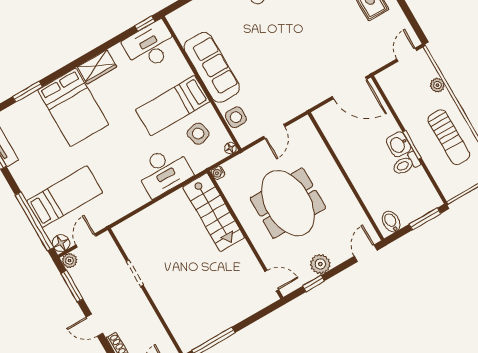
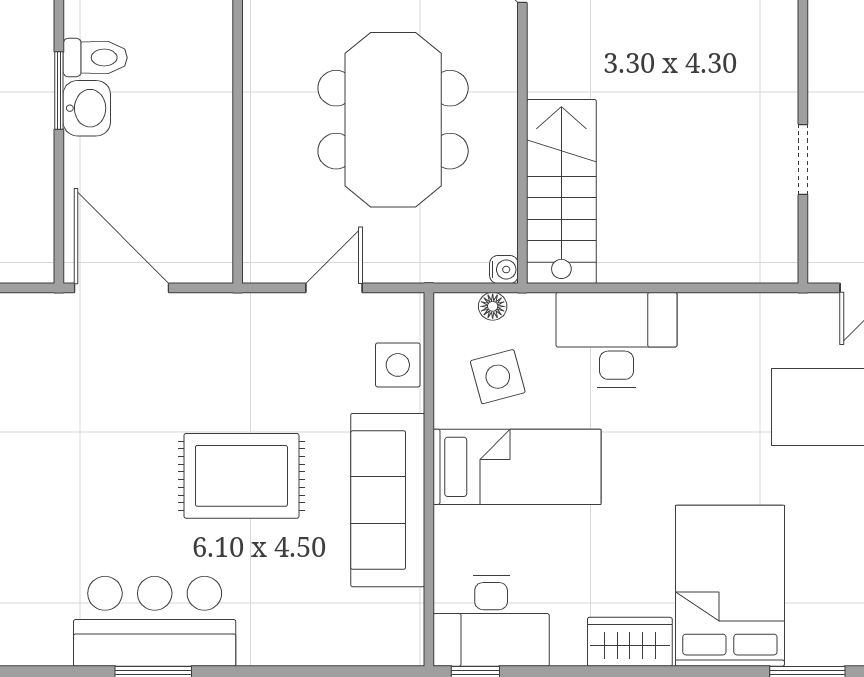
rug: (268, 46) -> (241, 476), added
floor lamp: (230, 148) -> (493, 306), moved

